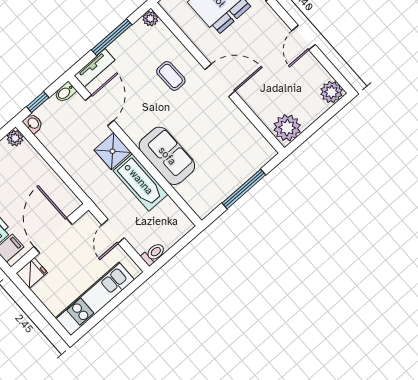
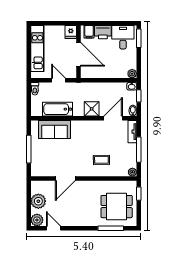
door: (304, 38) -> (54, 228), moved
door: (220, 80) -> (65, 178), moved
door: (100, 110) -> (113, 118), swing flipped
plant: (287, 128) -> (38, 201), moved
sofa: (167, 156) -> (54, 130), moved
bathtub: (141, 182) -> (58, 109), moved

